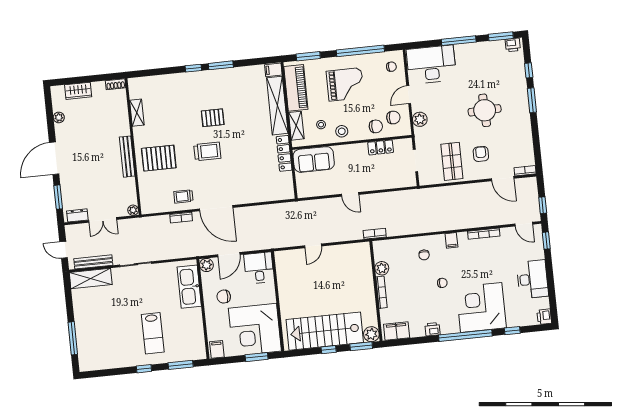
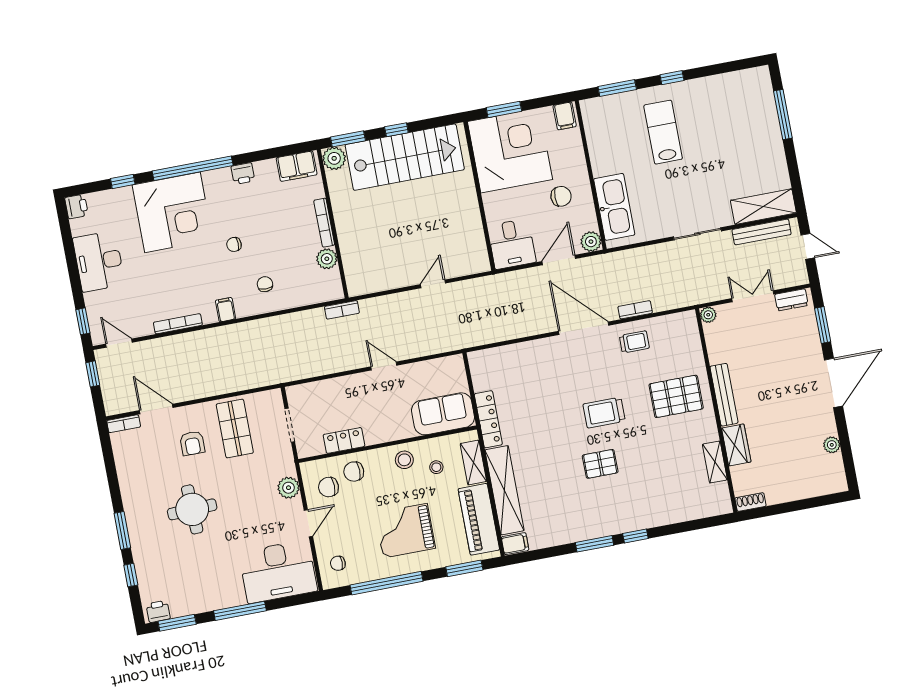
wardrobe: (78, 91) -> (736, 445), moved, turned 90

